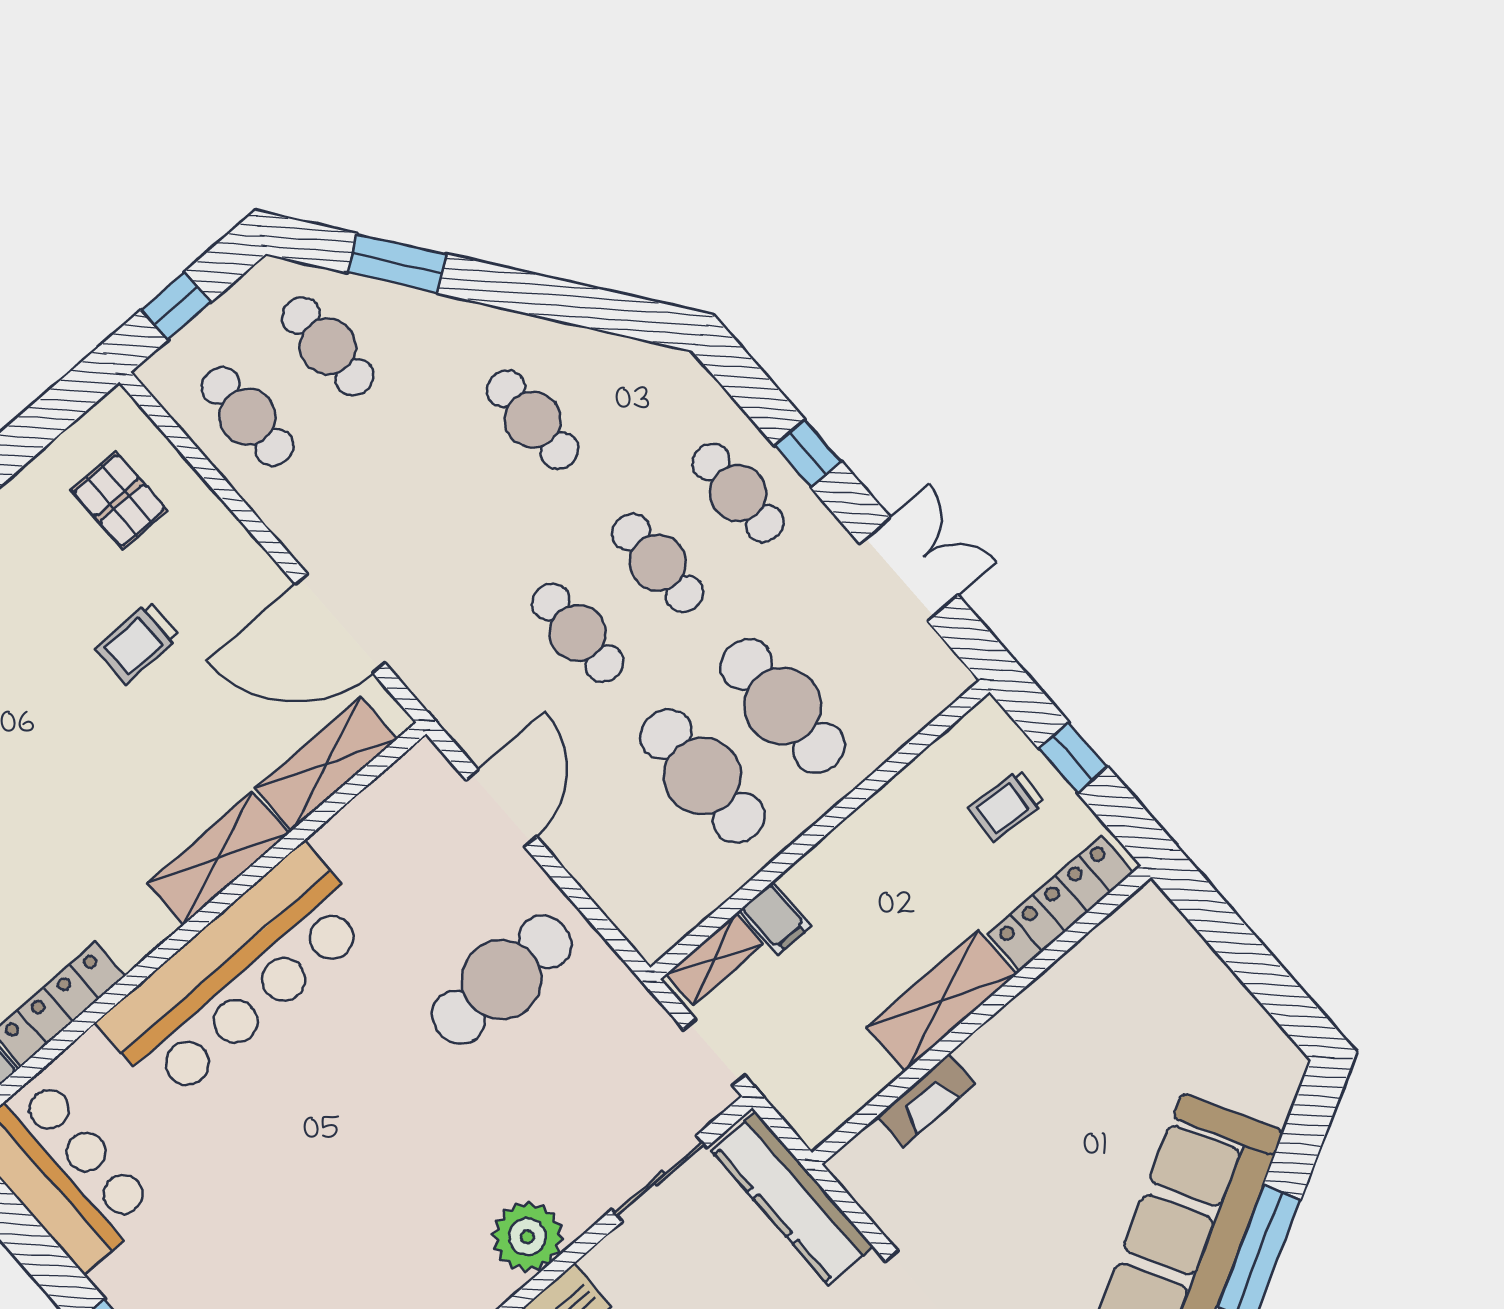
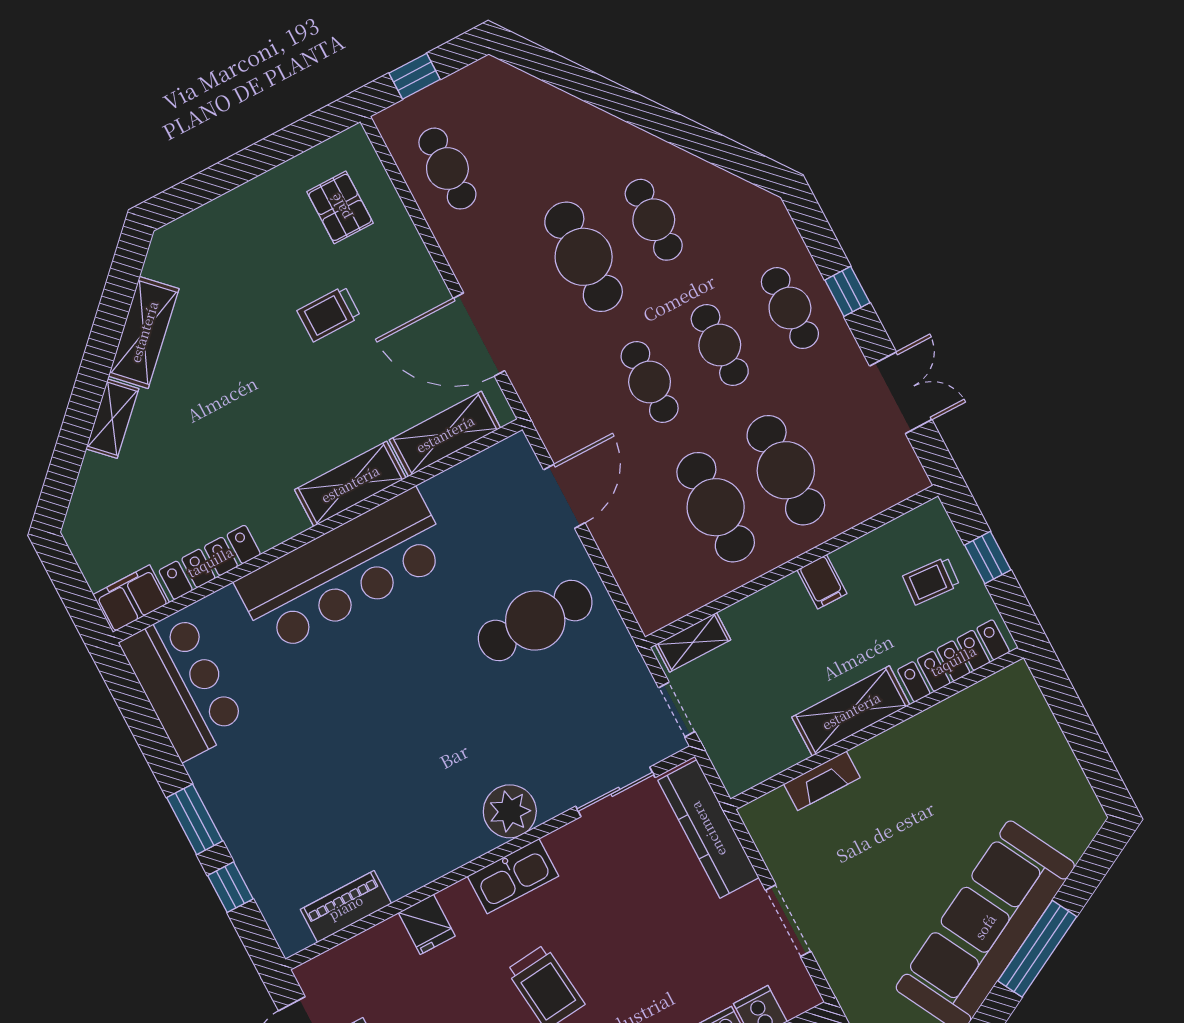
window: (397, 263) -> (582, 83), removed
cafe table: (328, 346) -> (584, 257), moved, width x1.37, depth x1.35
filing cabinet: (775, 918) -> (822, 582), moved

